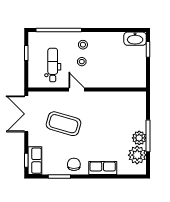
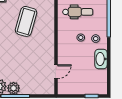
washbasin: (135, 39) -> (101, 59), moved
door: (76, 90) -> (56, 72), moved

